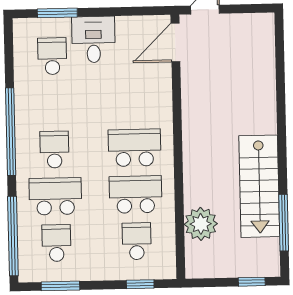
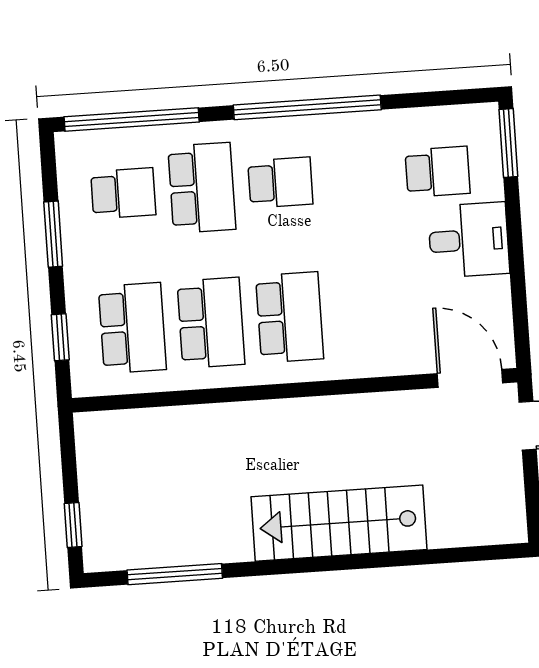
window: (57, 13) -> (508, 143), moved
stairs: (259, 186) -> (339, 523), moved
plant: (201, 224) -> (166, 435), removed
school desk: (137, 241) -> (132, 328), width x1.85
window: (60, 286) -> (53, 234), moved

